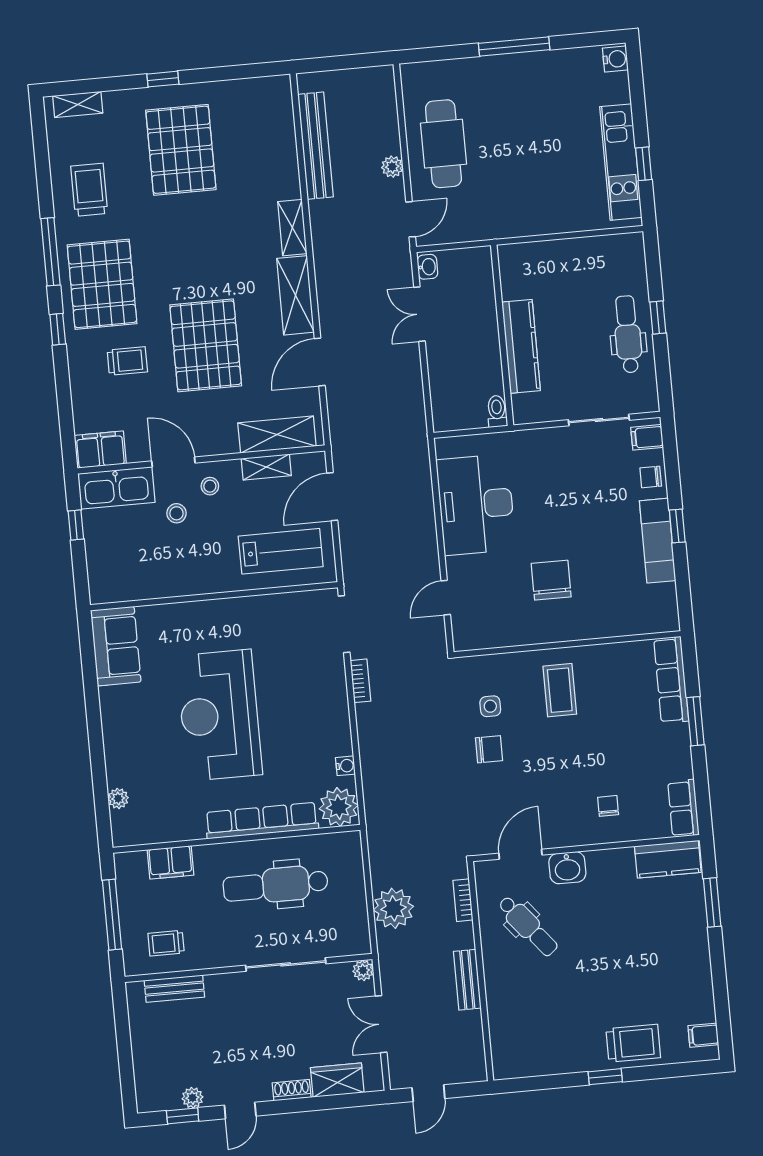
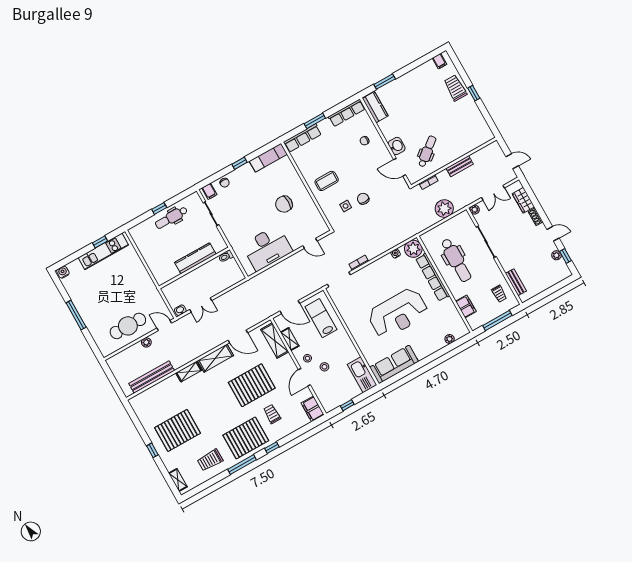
kitchen sink: (116, 488) -> (362, 375), moved, turned 180
exam couch: (658, 541) -> (268, 158), moved
sofa: (116, 646) -> (394, 364), width x1.36
row of seats: (683, 808) -> (347, 113), width x1.48

